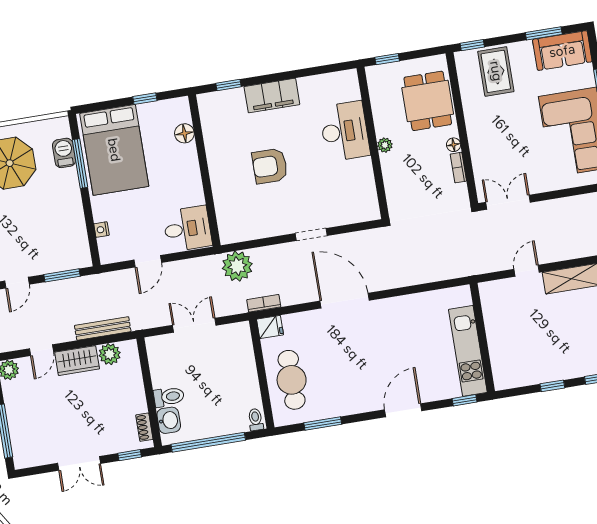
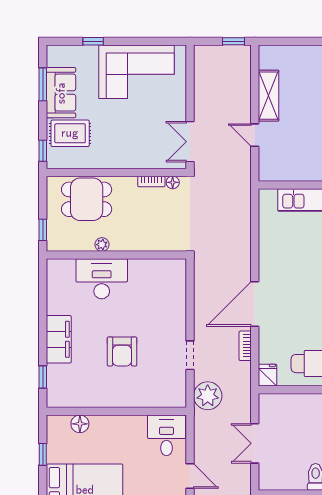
sofa: (562, 51) -> (61, 93), moved
plant: (385, 145) -> (102, 245), moved
floor lamp: (454, 145) -> (173, 182), moved
doorway: (311, 234) -> (190, 355), moved
bookcase: (264, 303) -> (245, 346), moved

